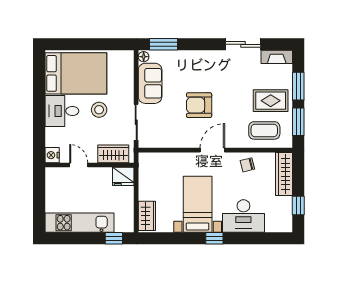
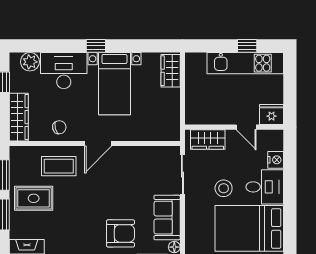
armchair: (199, 105) -> (120, 233), moved
coffee table: (264, 130) -> (59, 166), moved
nightstand: (52, 155) -> (276, 160), moved
fridge: (123, 176) -> (272, 114), moved
plant: (274, 224) -> (30, 62), added
window: (114, 238) -> (247, 46), moved

